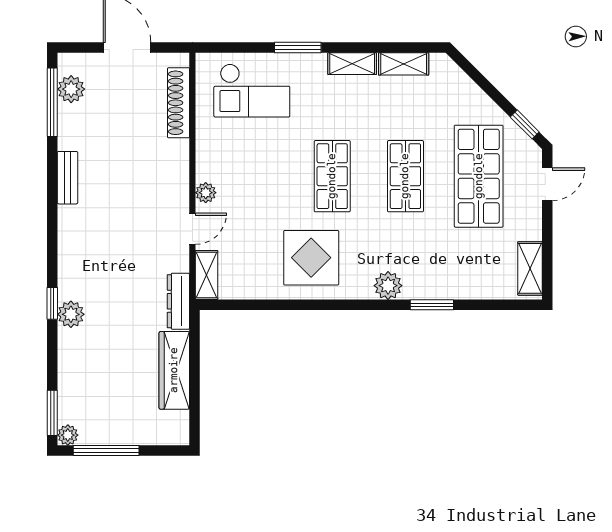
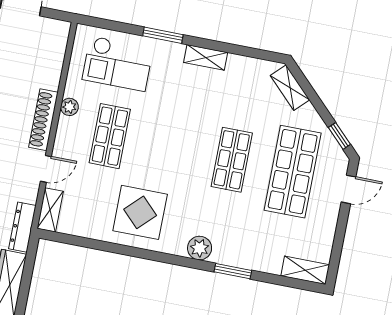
shelving: (404, 64) -> (290, 88), moved, turned 45
shoe rack: (178, 103) -> (43, 120), moved
shop shelf: (332, 176) -> (110, 136), moved
plant: (206, 193) -> (69, 107), moved
shelving: (530, 268) -> (305, 270), moved, turned 90

